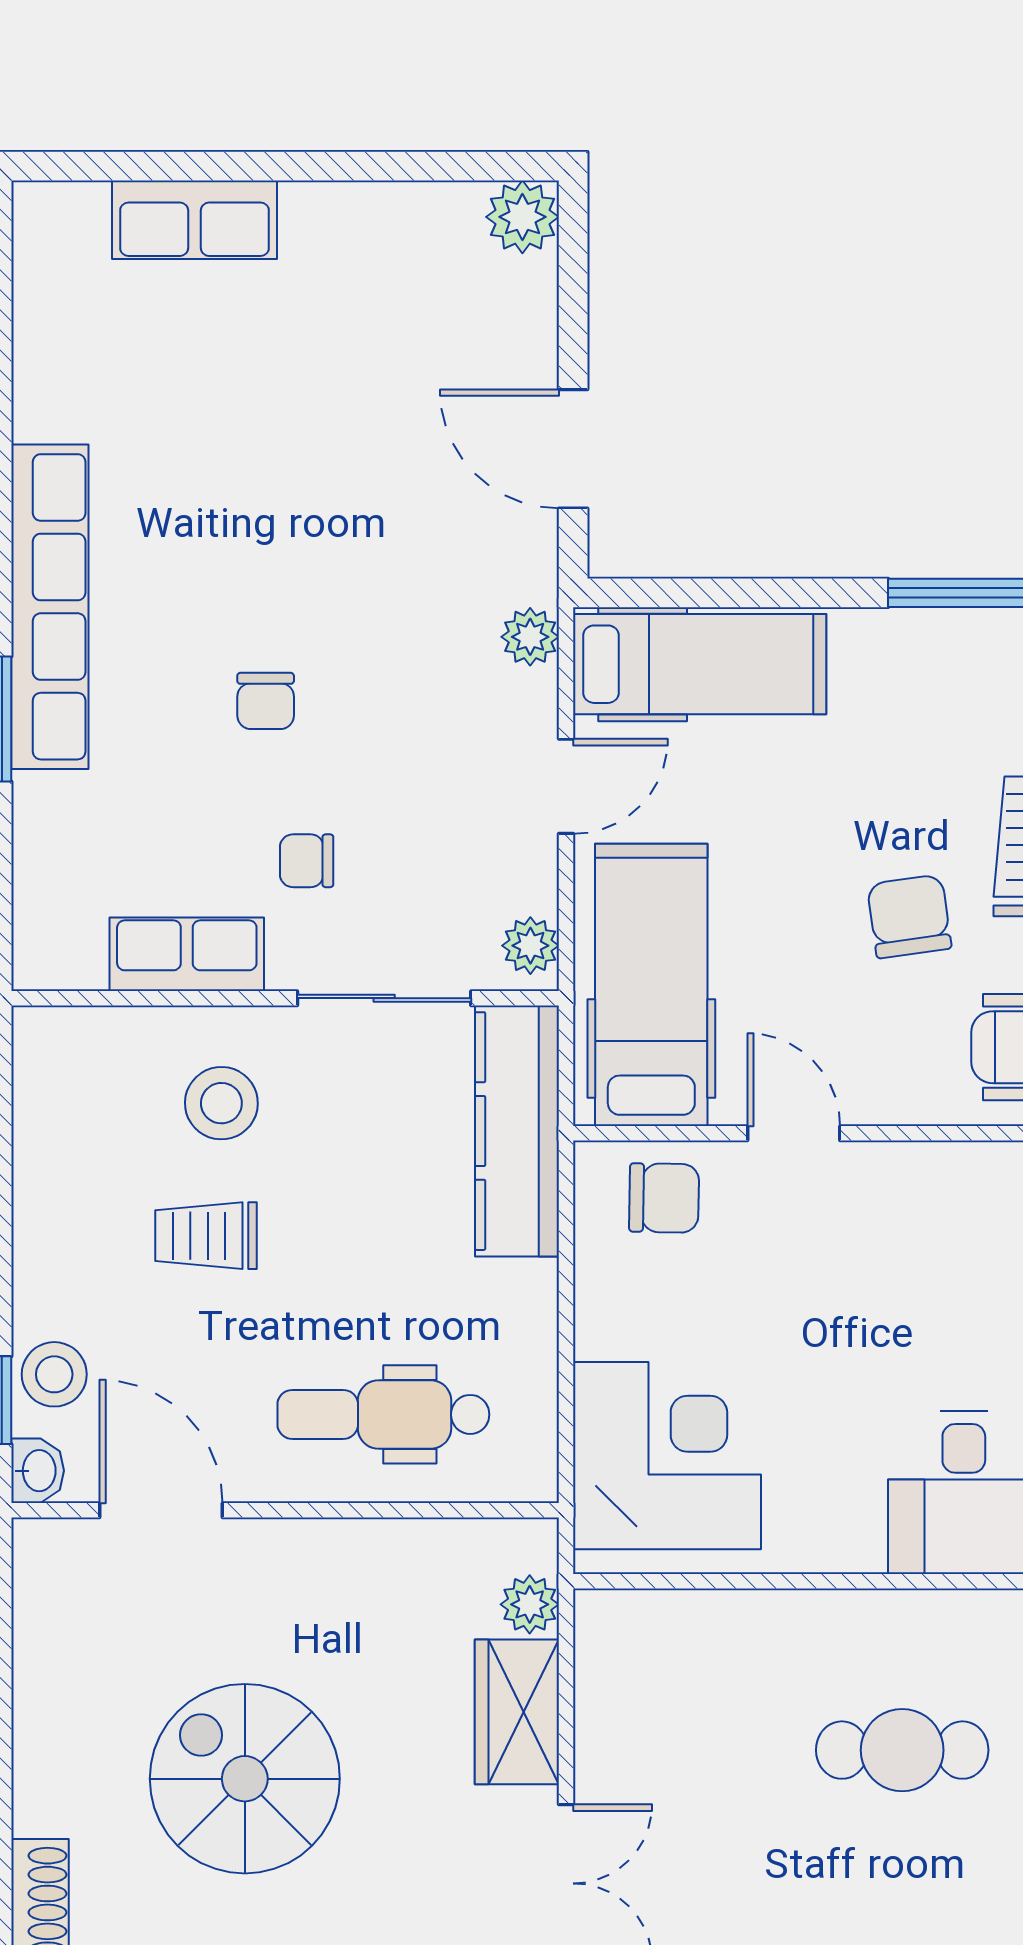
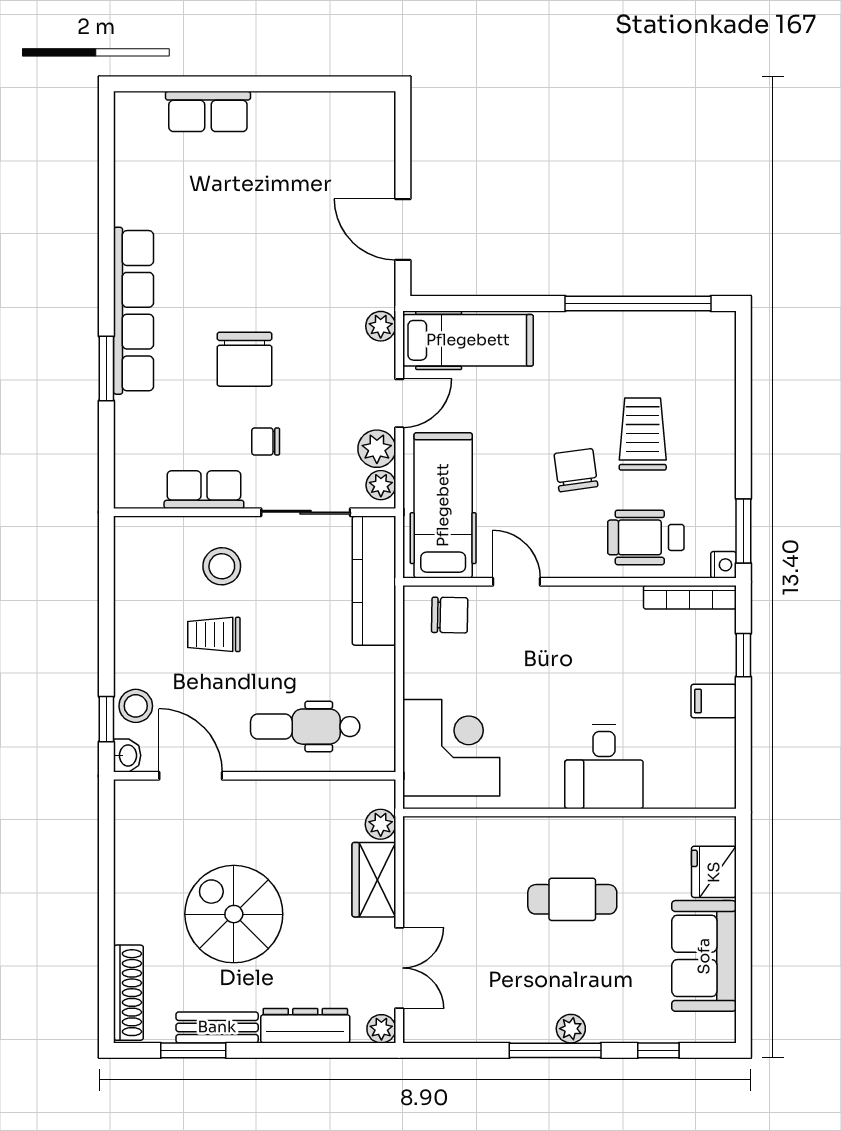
plant: (522, 217) -> (377, 449), moved
chair: (266, 701) -> (245, 359), width x1.87, depth x1.87

